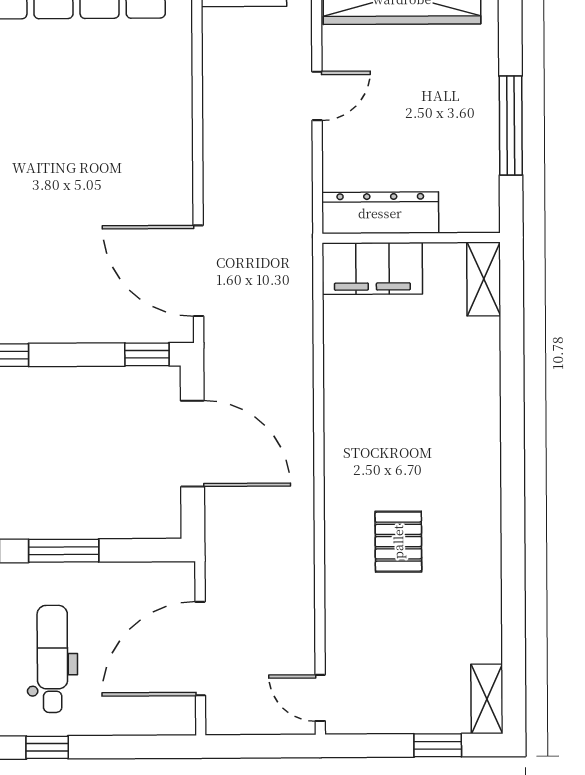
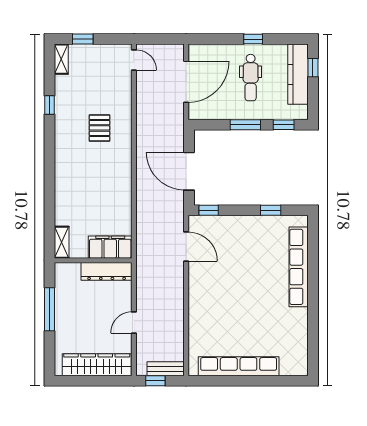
door: (198, 271) -> (186, 247), width x0.73
window: (513, 594) -> (50, 105), added

